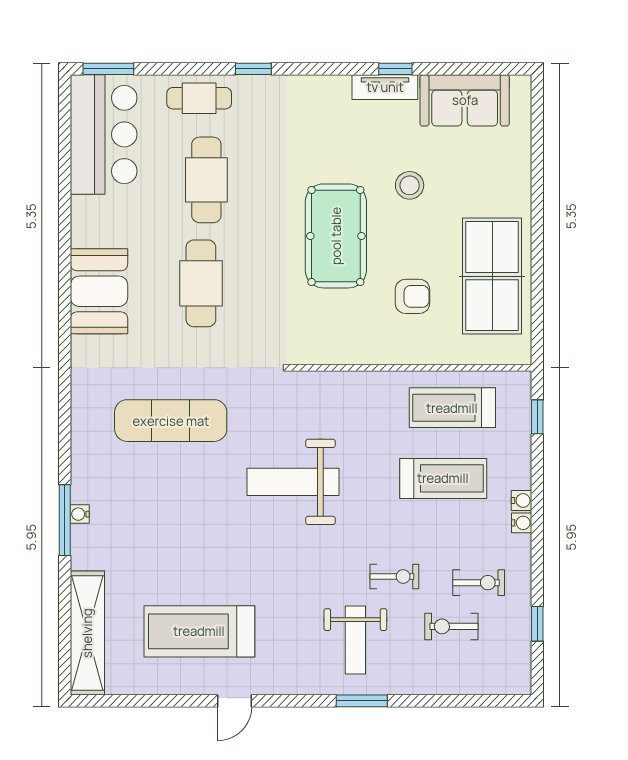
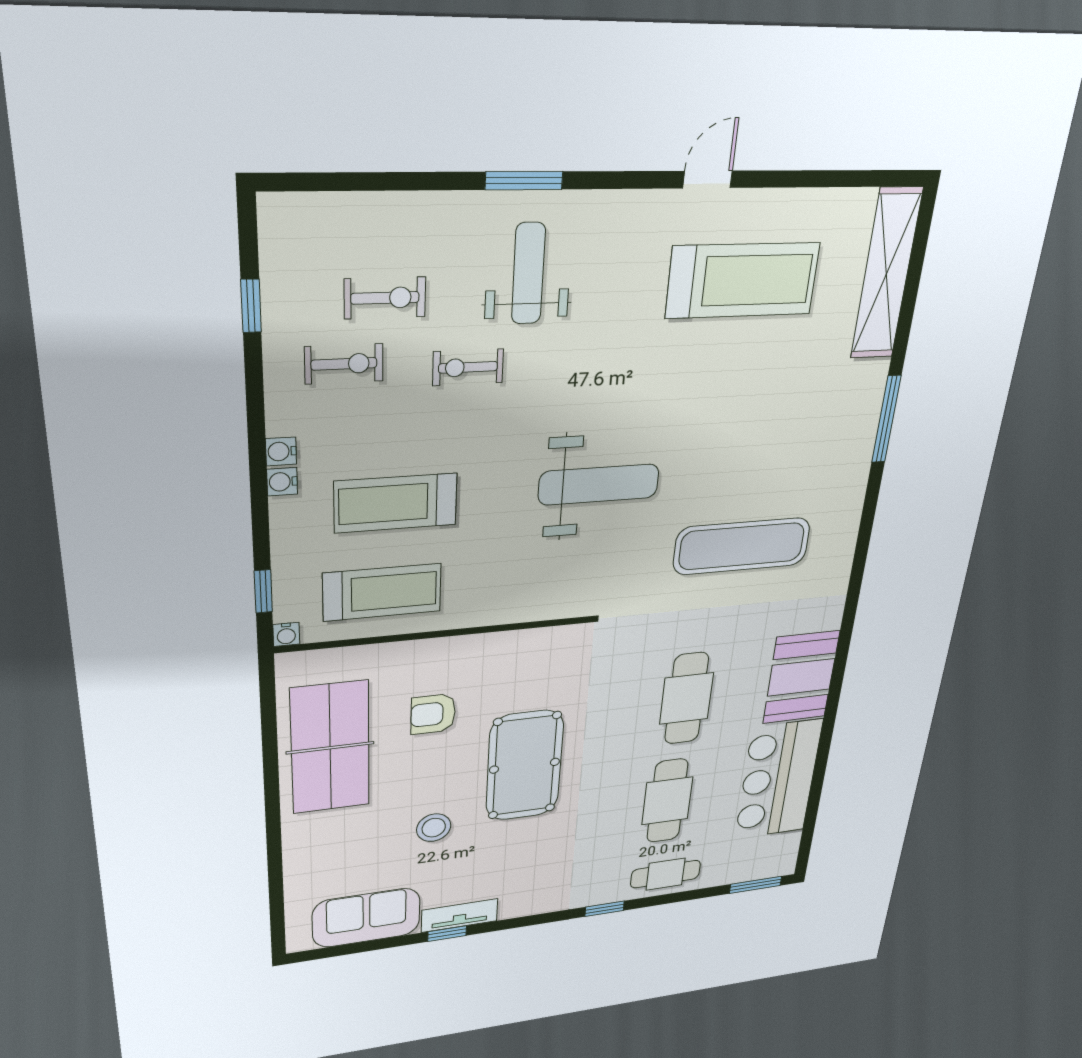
bar counter: (104, 134) -> (778, 780), moved
water cooler: (80, 514) -> (286, 634), moved, turned 90
exercise bike: (479, 583) -> (344, 364), turned 180

